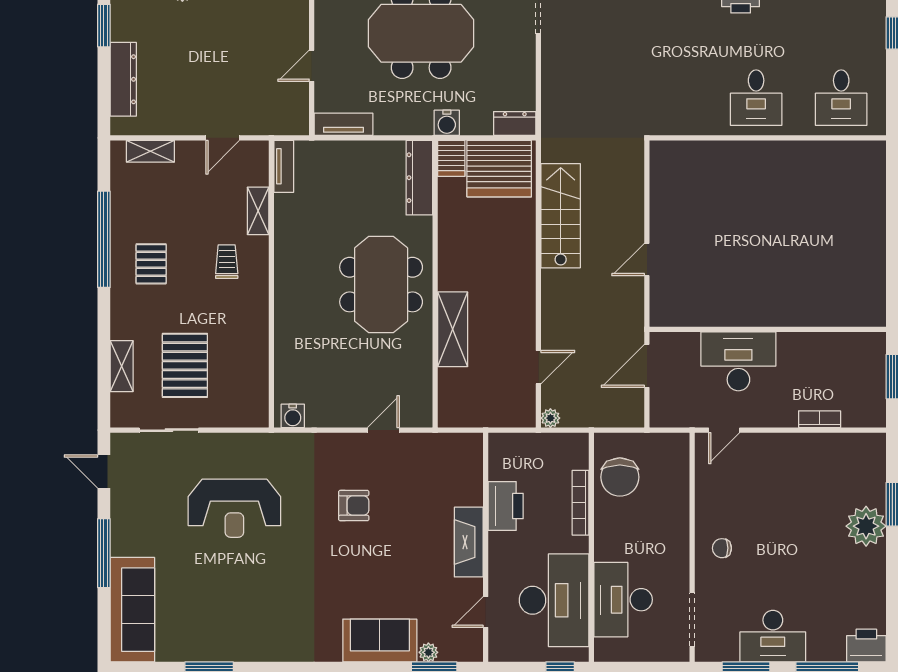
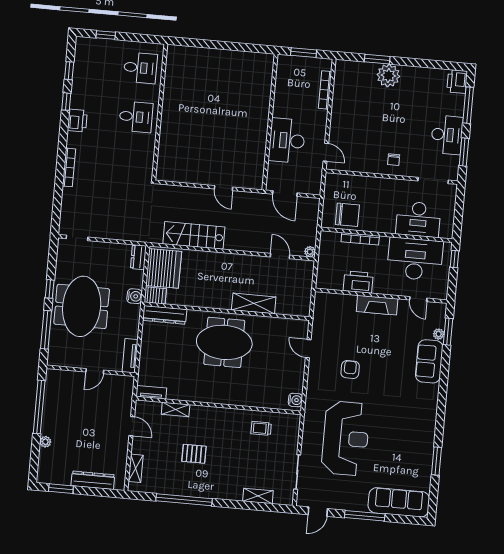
door: (312, 66) -> (95, 371), hinge flipped
trolley: (227, 262) -> (261, 428), moved
pallet: (151, 264) -> (194, 454), moved
pallet: (185, 365) -> (261, 460), removed
bookcase: (820, 419) -> (325, 90), width x1.56
reception desk: (234, 508) -> (346, 438), width x1.36, depth x1.30

